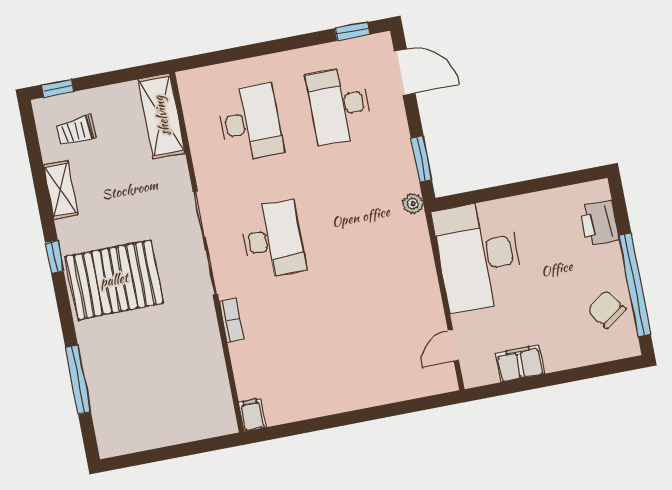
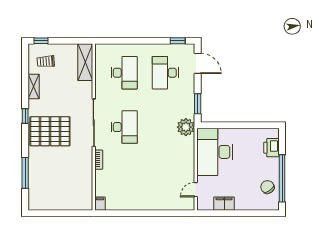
plant: (413, 204) -> (186, 127), width x1.88, depth x1.88

